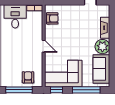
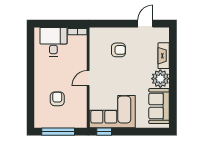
armchair: (52, 18) -> (118, 50), moved
door: (44, 46) -> (88, 78), swing flipped
armchair: (28, 77) -> (57, 99), moved
window: (86, 90) -> (141, 132), removed

